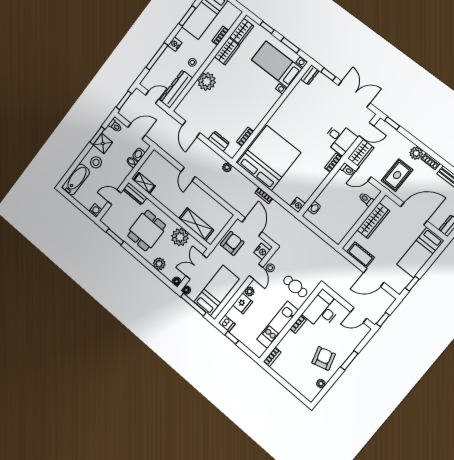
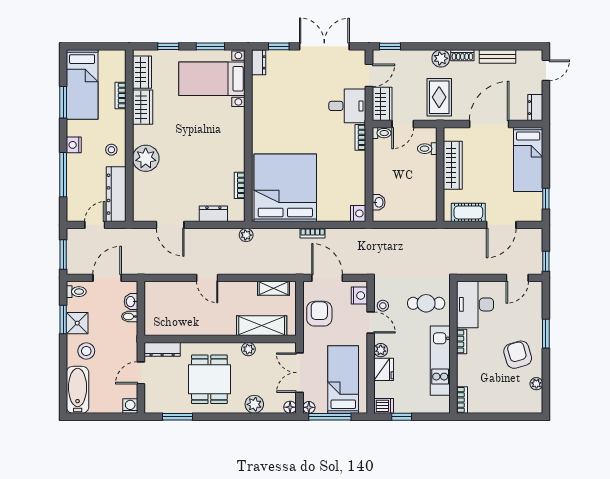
shelving: (144, 183) -> (274, 288), moved
plant: (180, 237) -> (248, 349), width x0.53, depth x0.53

